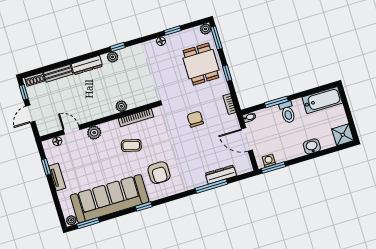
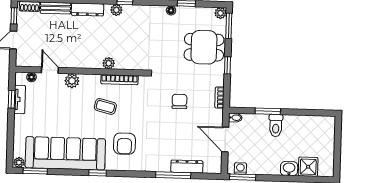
dining table: (201, 64) -> (204, 47), turned 90
bathtub: (322, 100) -> (315, 125), removed
shower: (343, 135) -> (308, 167), moved
tv unit: (57, 177) -> (20, 99), moved

